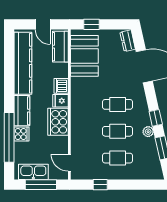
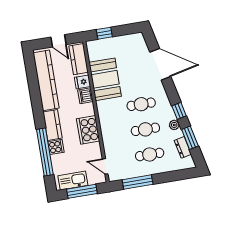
dresser: (128, 41) -> (183, 147), moved
booth: (84, 56) -> (105, 79), moved
fridge: (60, 101) -> (83, 82), moved
window: (100, 185) -> (138, 182), width x2.17

